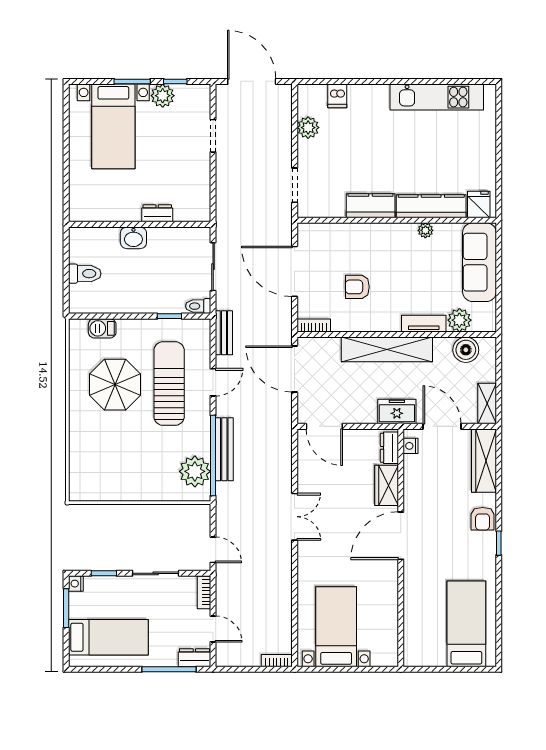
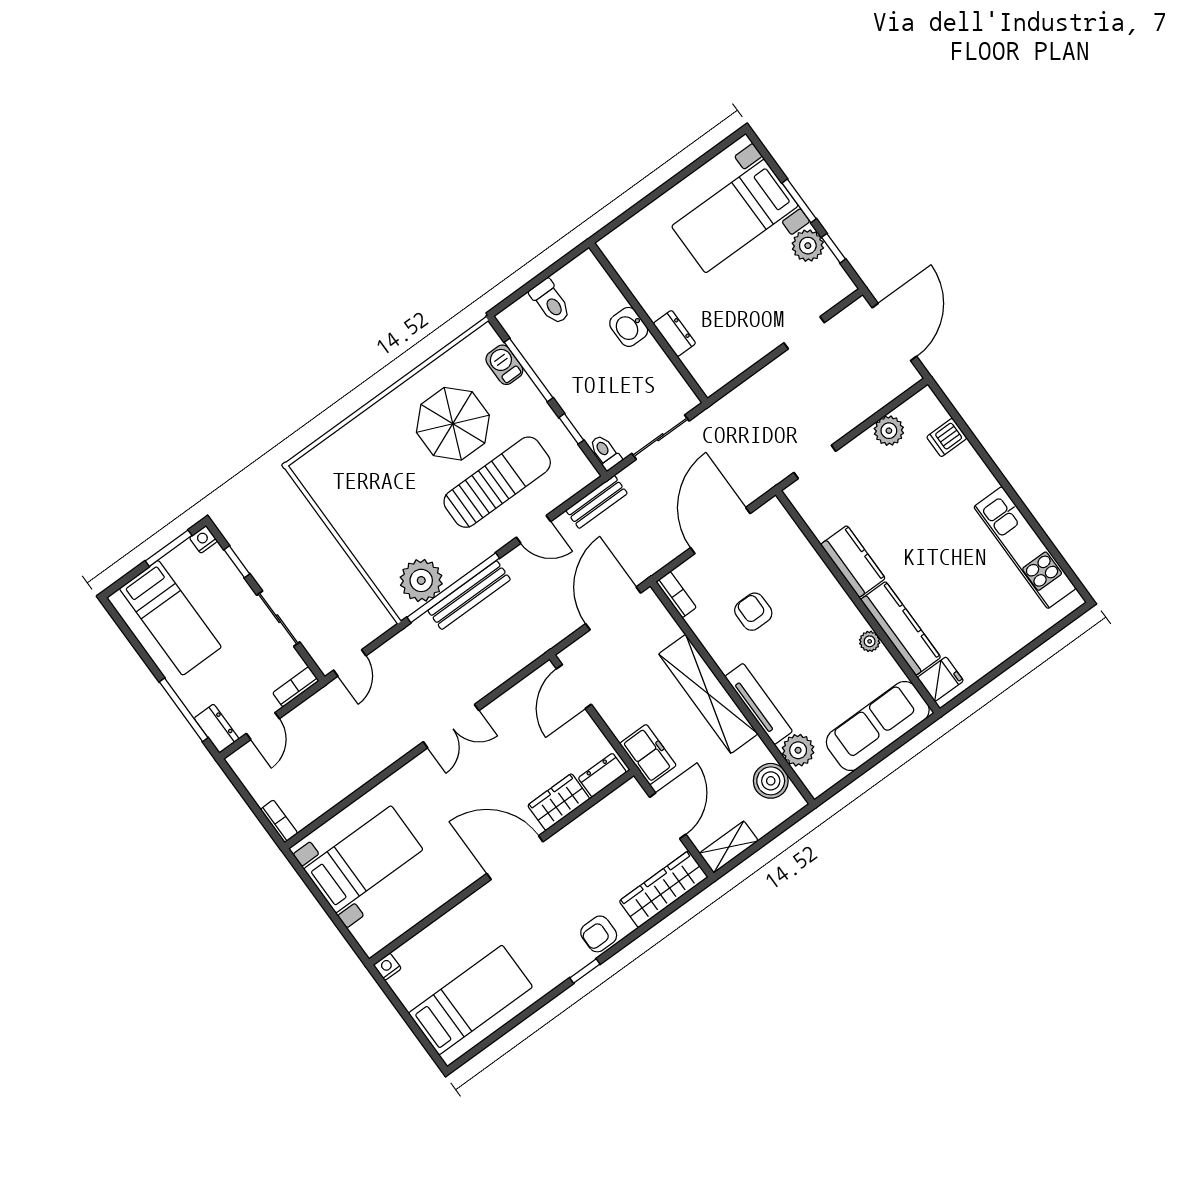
window: (116, 316) -> (529, 370), added
tv unit: (424, 324) -> (759, 704), width x1.41
nightstand: (410, 446) -> (387, 967), moved

